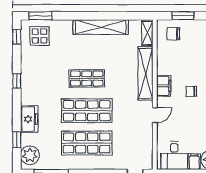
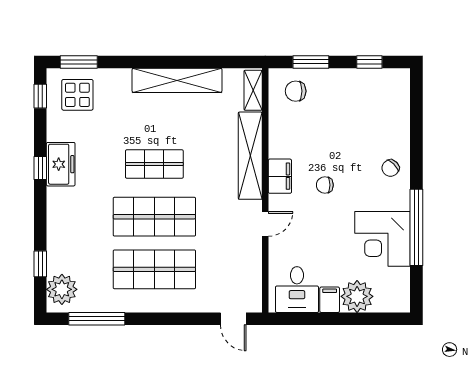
freezer: (29, 119) -> (61, 164), moved

